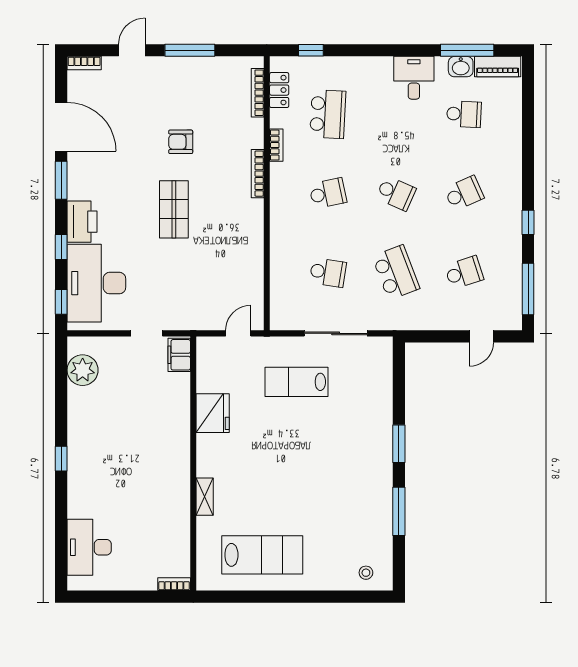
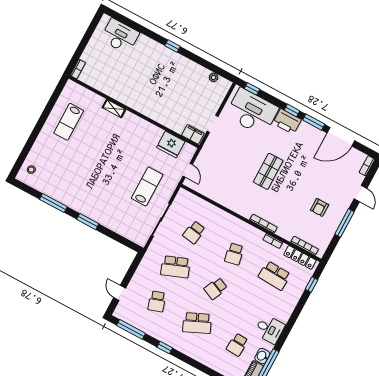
locker: (279, 90) -> (300, 257), width x1.53
armchair: (181, 142) -> (319, 207), moved, turned 180
school desk: (464, 193) -> (197, 323), width x1.85
shop shelf: (174, 209) -> (268, 171), turned 90
window: (61, 247) -> (292, 110), moved
plant: (83, 370) -> (214, 77), width x0.53, depth x0.53
fridge: (213, 413) -> (171, 144), moved
lab bench: (262, 555) -> (69, 122), width x0.73, depth x0.72

